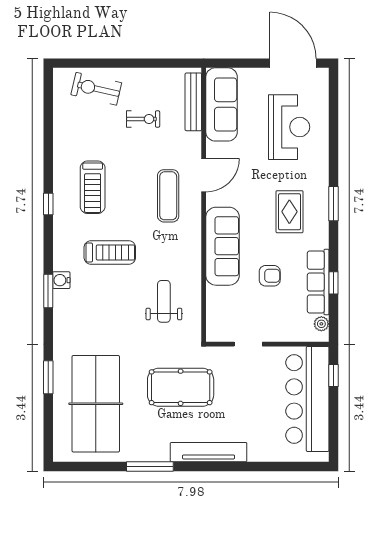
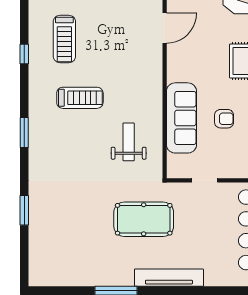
exercise mat: (168, 196) -> (132, 47), removed
sofa: (223, 246) -> (181, 118), moved
water cooler: (61, 280) -> (36, 123), removed
table tennis table: (96, 404) -> (67, 234), removed

